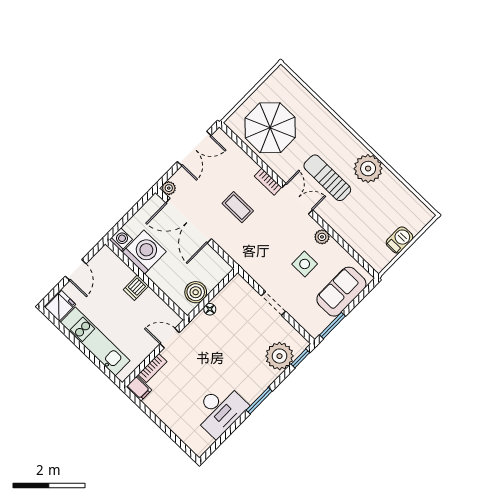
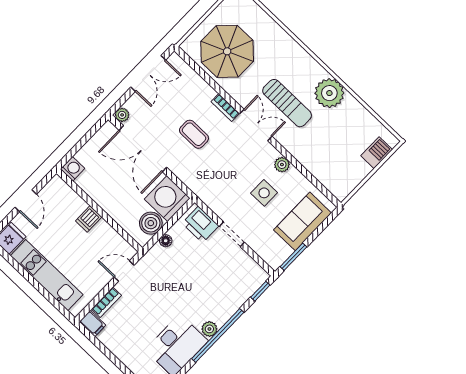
sun lounger: (327, 178) -> (287, 103), turned 180
barbecue: (400, 240) -> (377, 153), moved
washing machine: (144, 252) -> (167, 199), moved, turned -90
printer: (243, 294) -> (200, 224), added
plant: (280, 356) -> (209, 329), moved, width x0.53, depth x0.53
window: (259, 401) -> (218, 335), width x2.11

